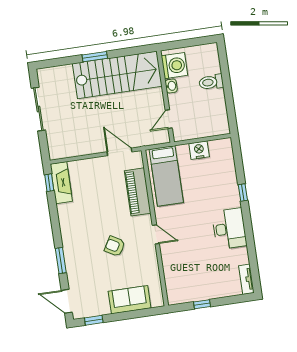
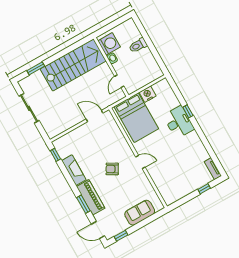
window: (95, 57) -> (36, 68), moved
bed: (166, 176) -> (136, 118), width x1.50
fireplace: (61, 183) -> (74, 170), moved
piano: (138, 192) -> (91, 197), moved, turned 180
desk: (229, 229) -> (179, 122), moved
armchair: (115, 246) -> (112, 169), moved
window: (202, 304) -> (204, 189), moved

